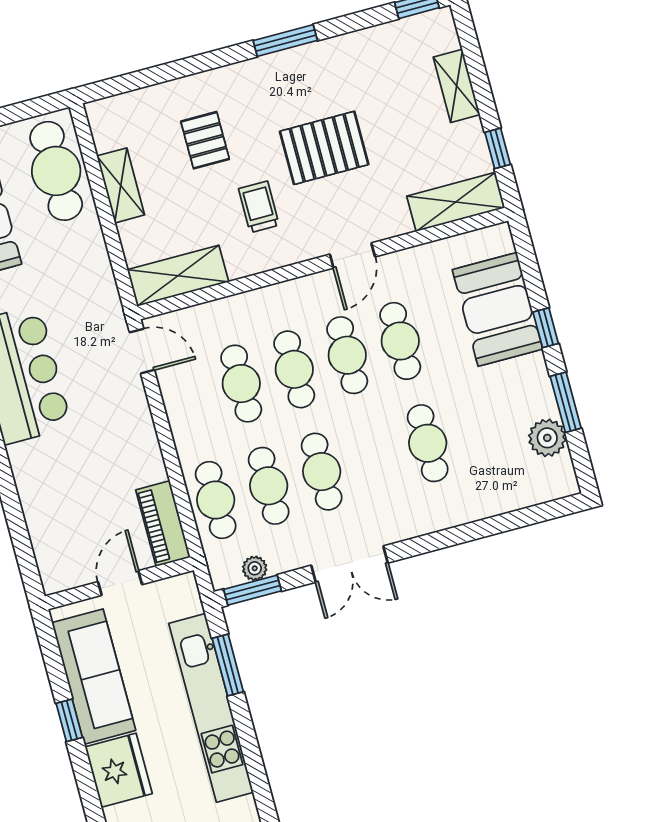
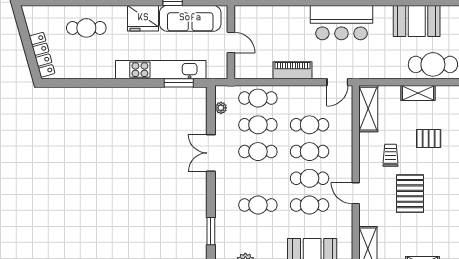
trolley: (259, 207) -> (390, 155), turned -90
piano: (163, 524) -> (293, 70), moved
window: (252, 590) -> (211, 231), moved

